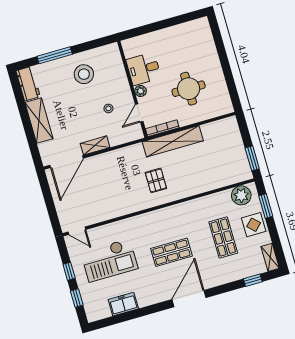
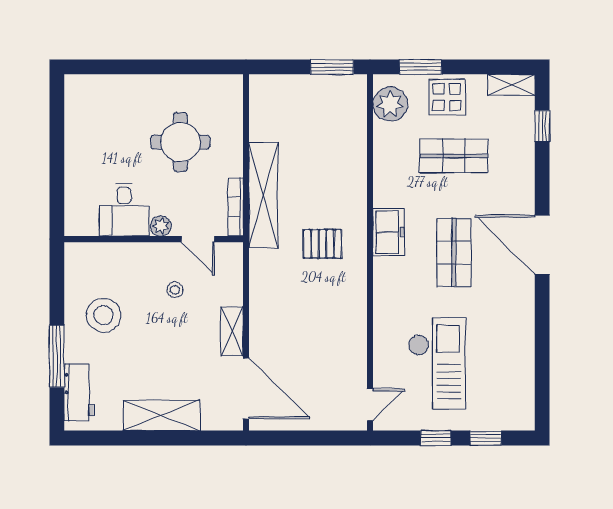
workbench: (28, 84) -> (79, 392), moved, turned 90
freezer: (123, 304) -> (388, 232), moved, turned 180

